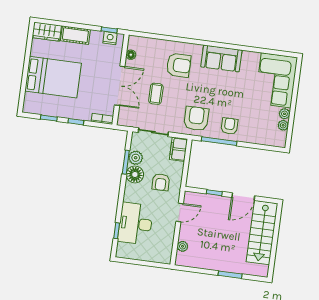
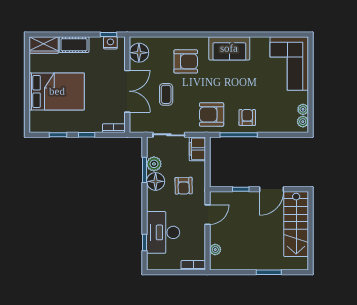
floor lamp: (131, 55) -> (139, 53), width x1.89, depth x1.89
plant: (284, 114) -> (303, 122), moved
armchair: (196, 119) -> (212, 115), turned -90
bookcase: (160, 258) -> (193, 265), added

